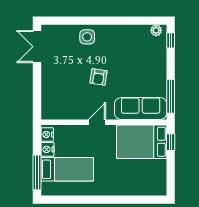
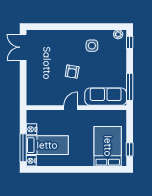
side table: (87, 37) -> (92, 46), moved
nightstand: (47, 134) -> (31, 161), moved
bed: (142, 142) -> (108, 146), moved, turned 90
window: (171, 142) -> (130, 149), moved

